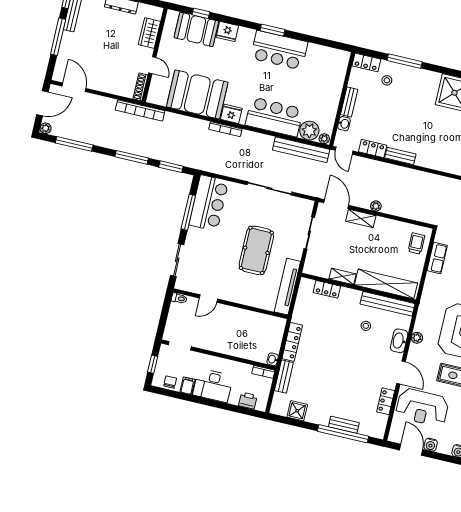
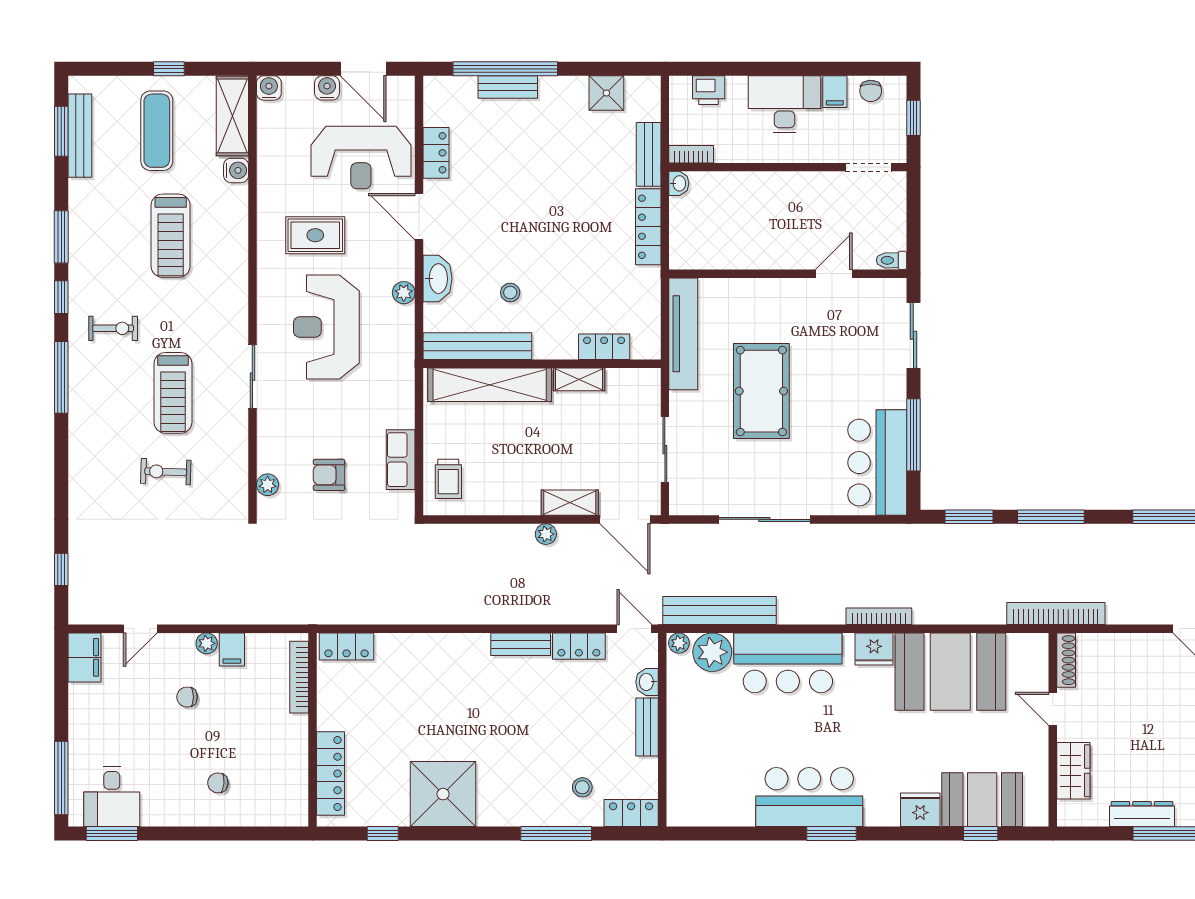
reception desk: (422, 407) -> (361, 158), turned 180

